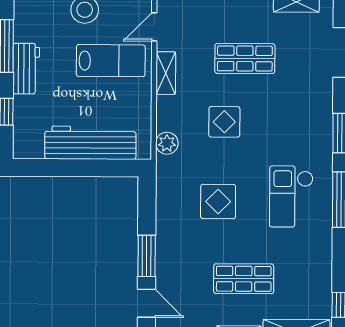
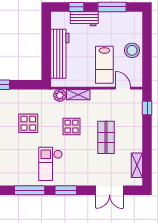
workbench: (26, 69) -> (84, 19), moved
shelving: (166, 73) -> (78, 95), moved
checkout: (291, 197) -> (50, 164), moved, turned -90

